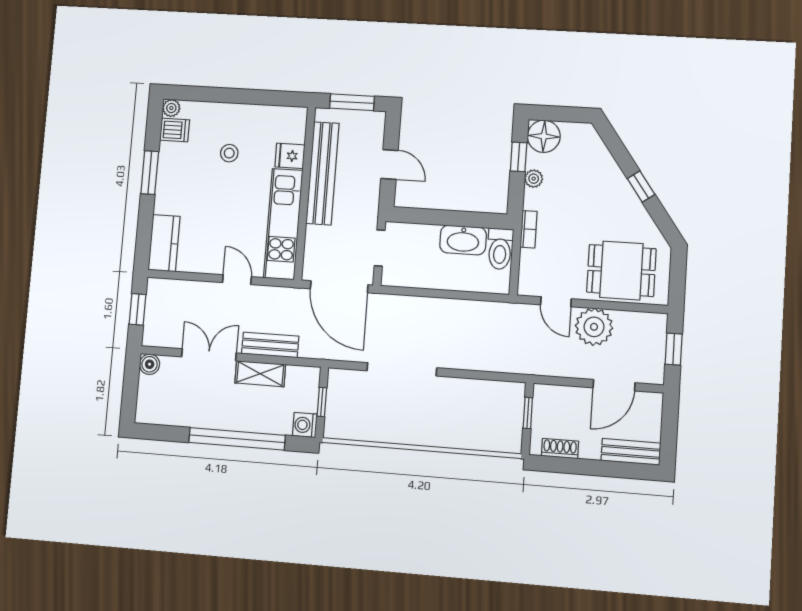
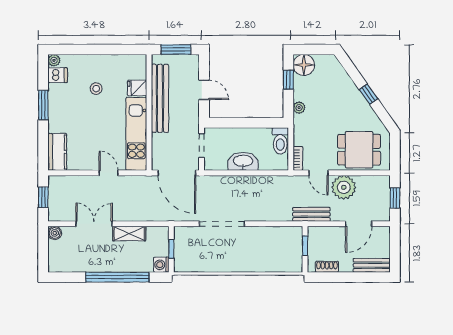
plant: (534, 179) -> (299, 108), moved
bookcase: (529, 229) -> (298, 158), moved
washbasin: (463, 240) -> (243, 161), moved, turned 180
bench: (270, 345) -> (311, 214), moved

